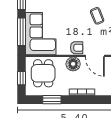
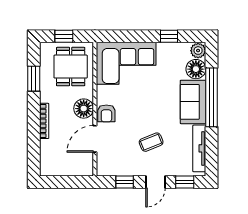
window: (22, 32) -> (129, 36), removed
dining table: (43, 73) -> (71, 67), turned 90

